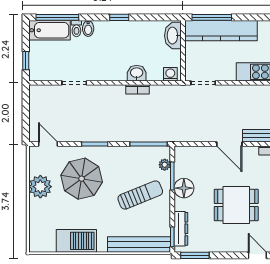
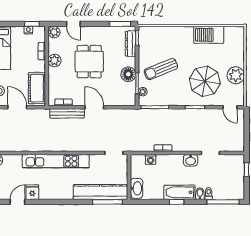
bathtub: (50, 30) -> (179, 192), moved
washbasin: (137, 73) -> (191, 160), moved
washing machine: (170, 74) -> (151, 159), moved
dining table: (236, 205) -> (89, 62), turned 90
bench: (139, 244) -> (162, 32), removed

